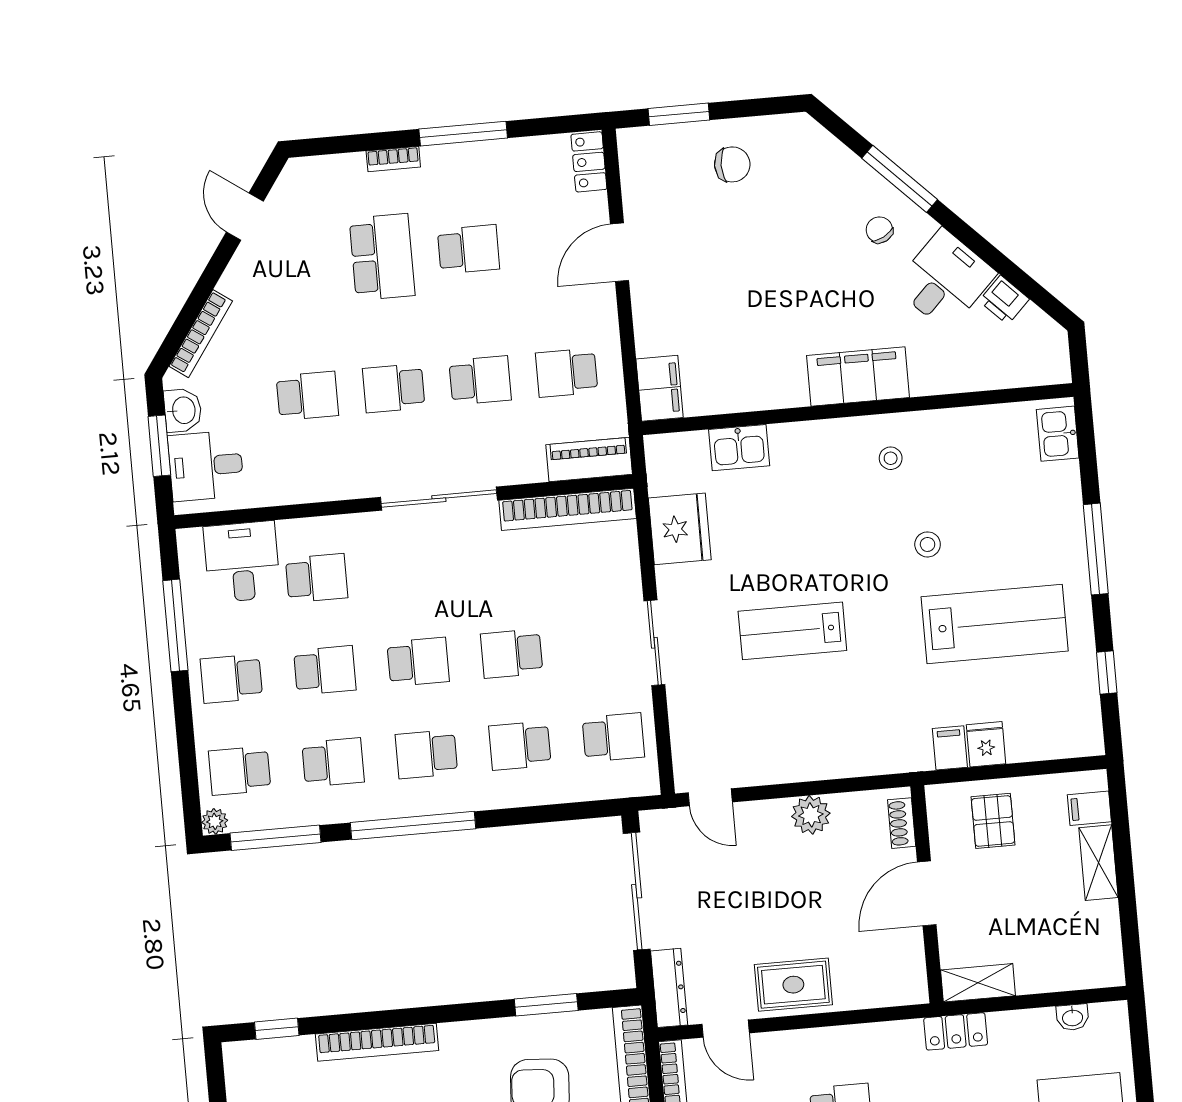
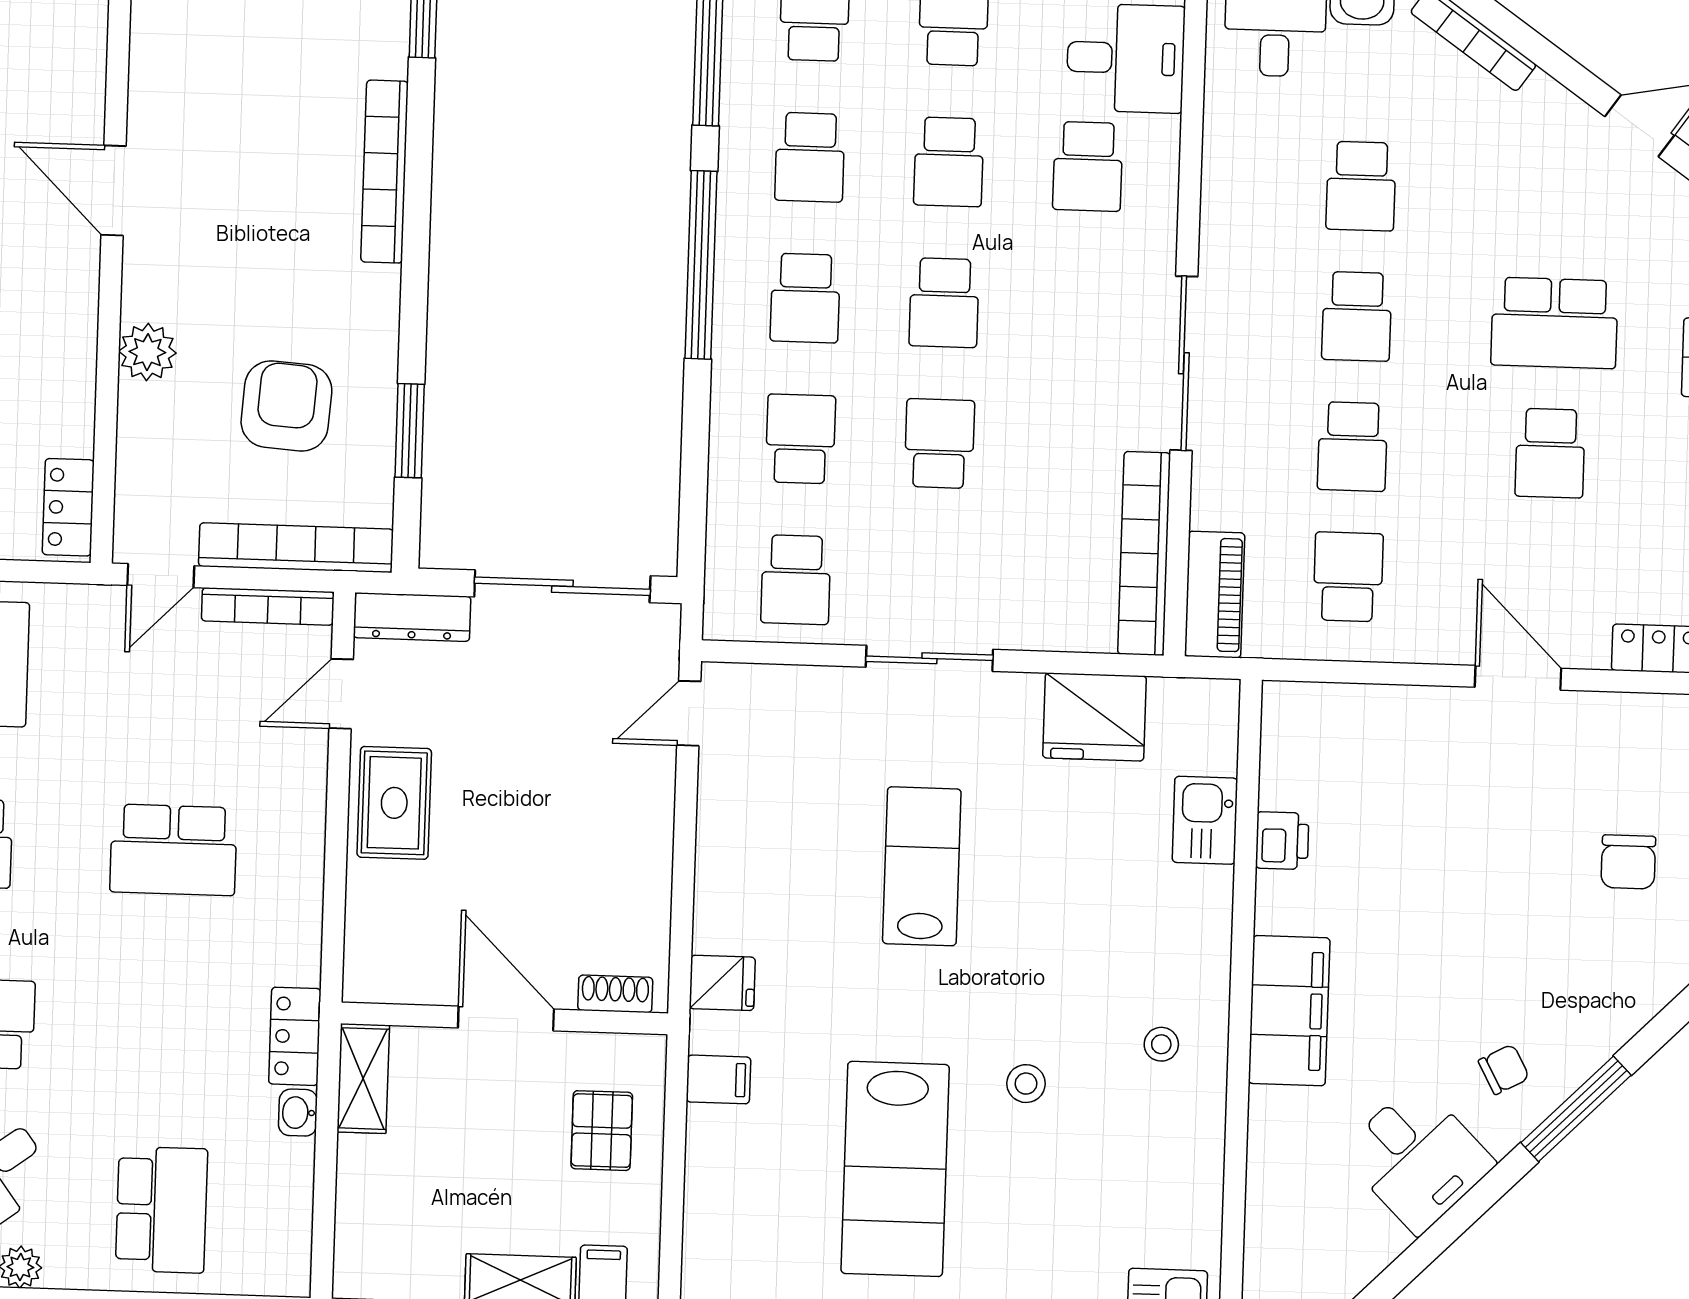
printer: (1004, 300) -> (1282, 841), moved, turned 135
school desk: (394, 388) -> (1357, 316), turned 180
filing cabinet: (660, 388) -> (1308, 713), removed
fridge: (986, 744) -> (722, 983), moved
school desk: (426, 754) -> (805, 298), turned 180
plant: (811, 815) -> (644, 860), removed
pallet: (993, 821) -> (602, 1131), turned 90
washbasin: (1072, 1017) -> (298, 1113), moved

